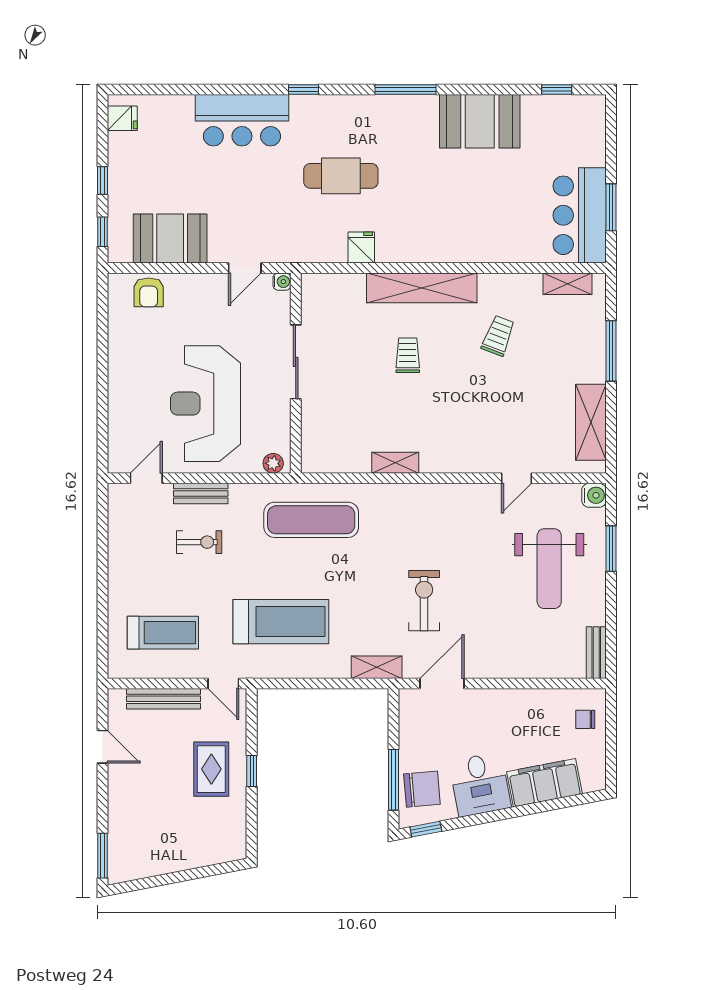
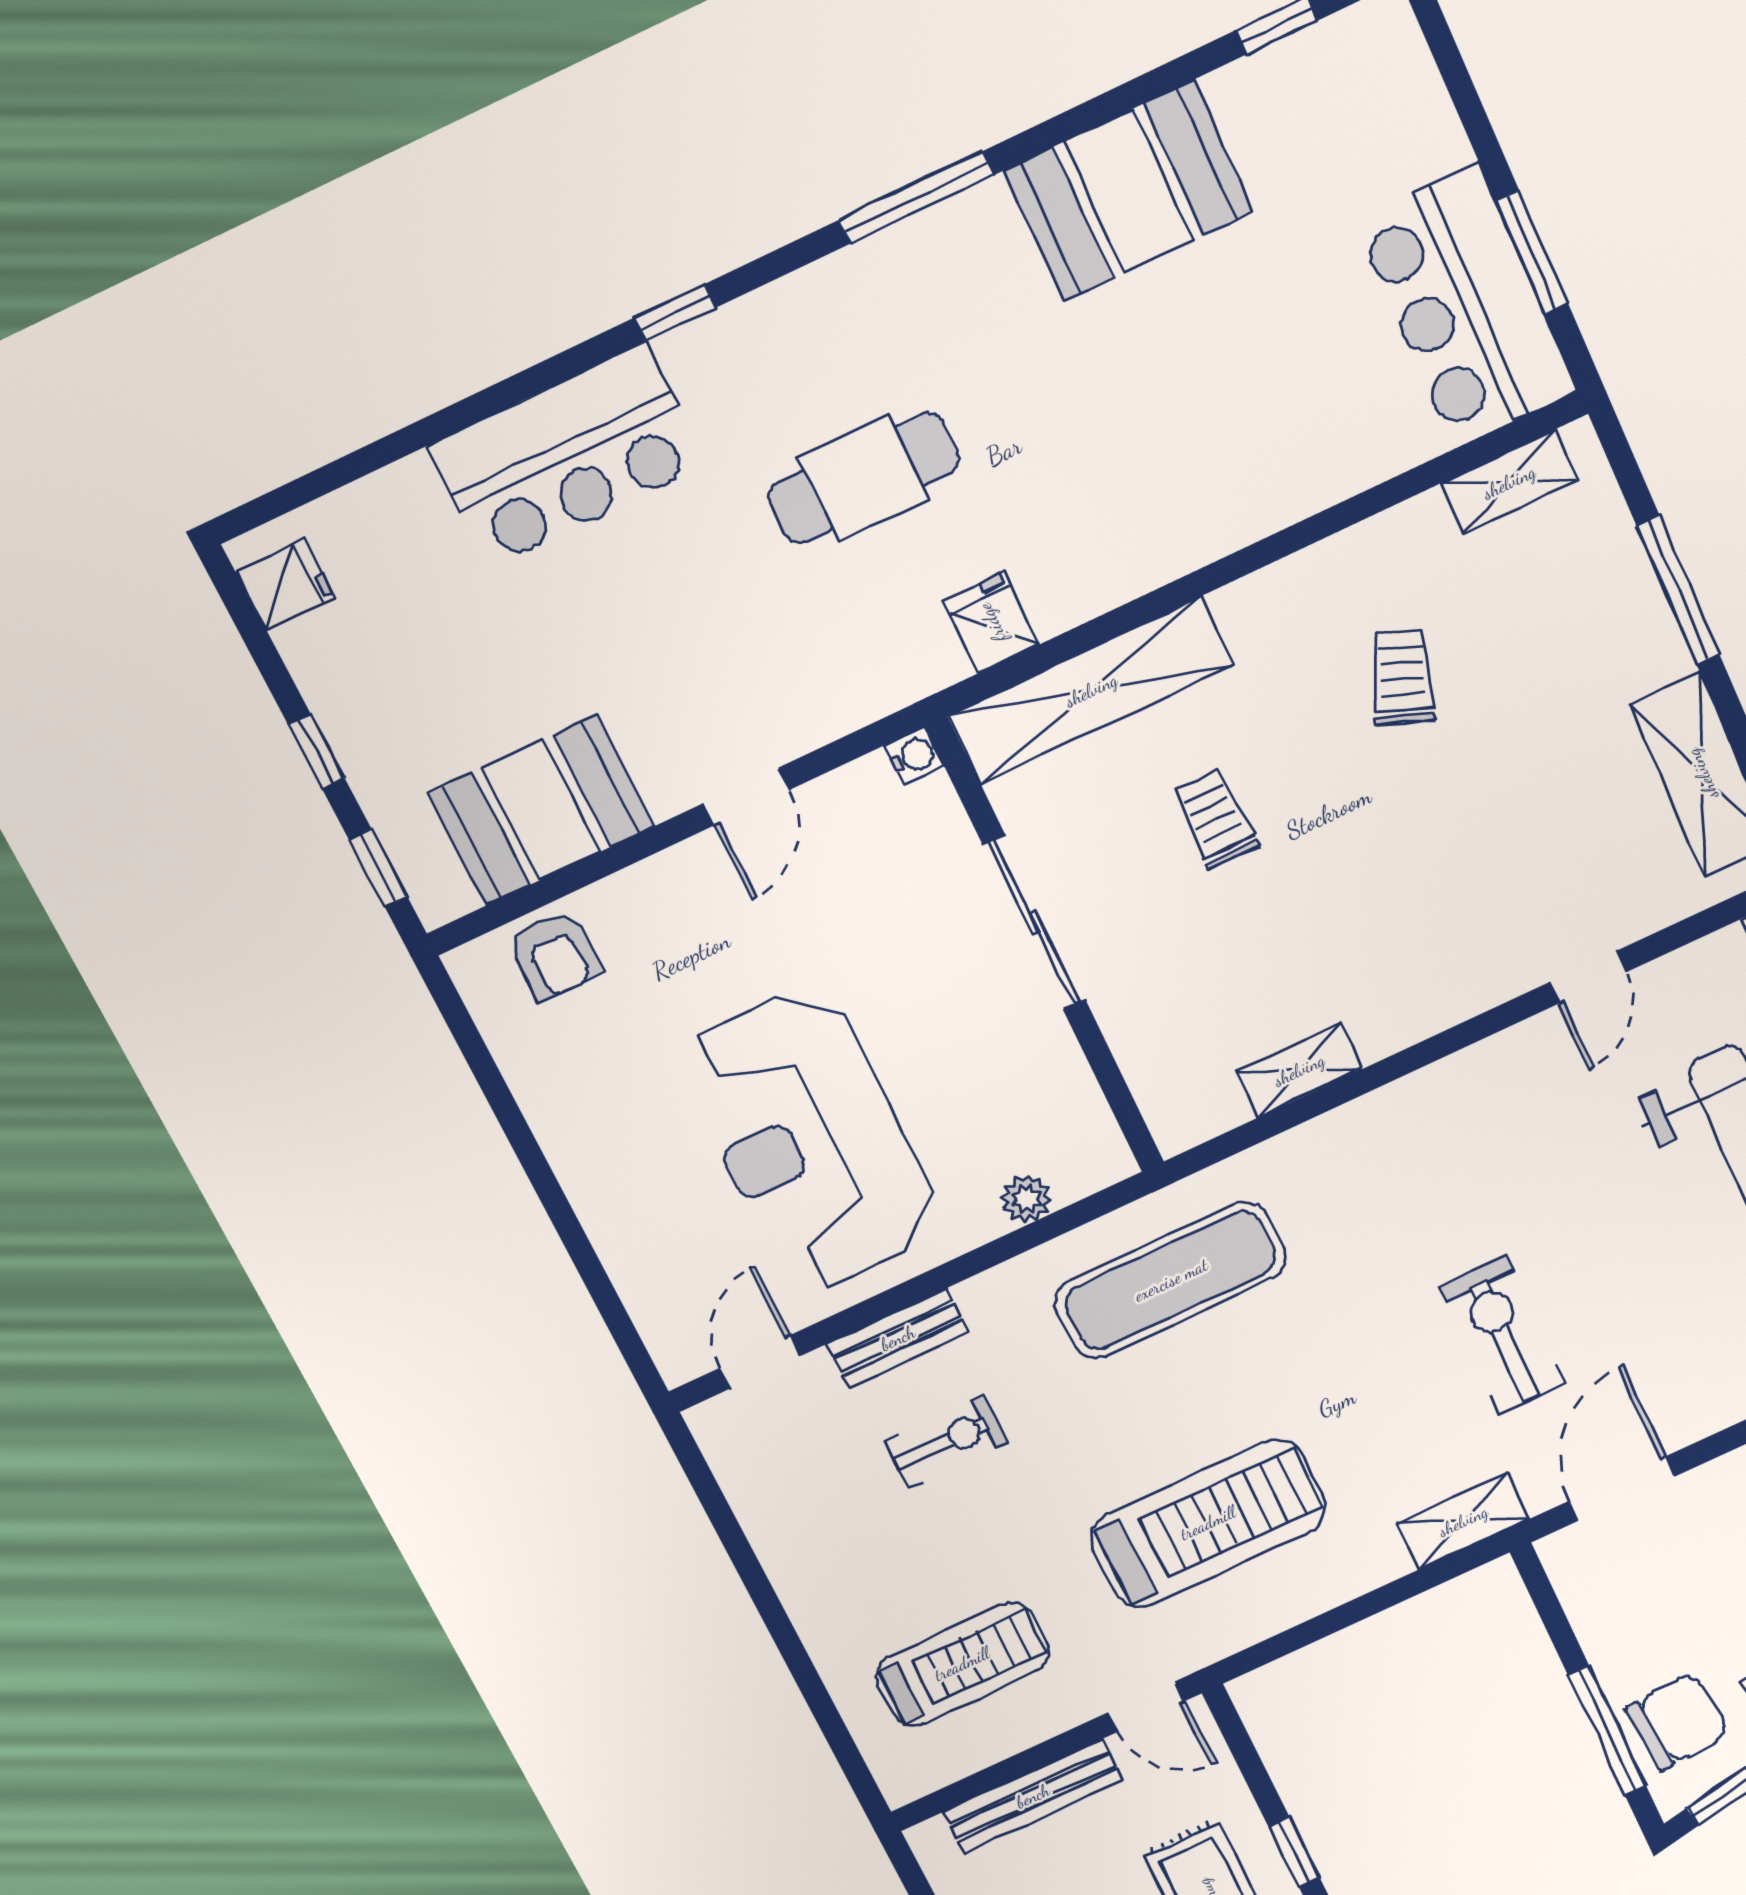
water cooler: (282, 282) -> (914, 756), moved
shelving: (422, 288) -> (1091, 690), moved
sliding door: (296, 362) -> (1034, 922), moved
wall: (296, 373) -> (1046, 947), moved

